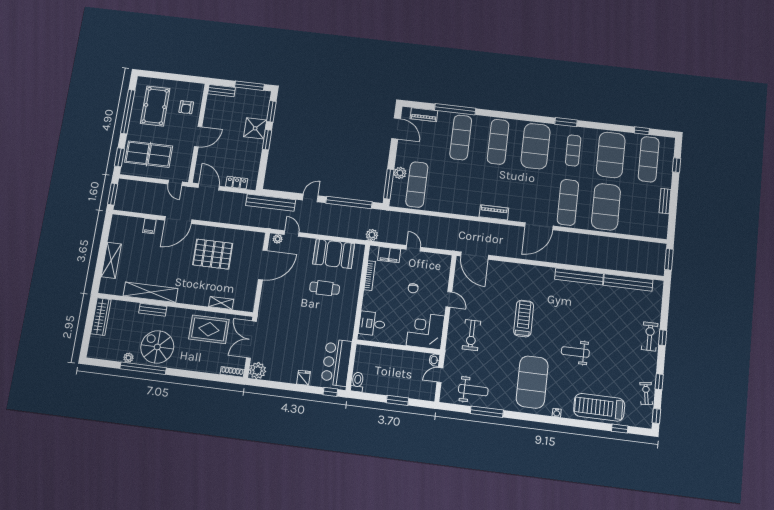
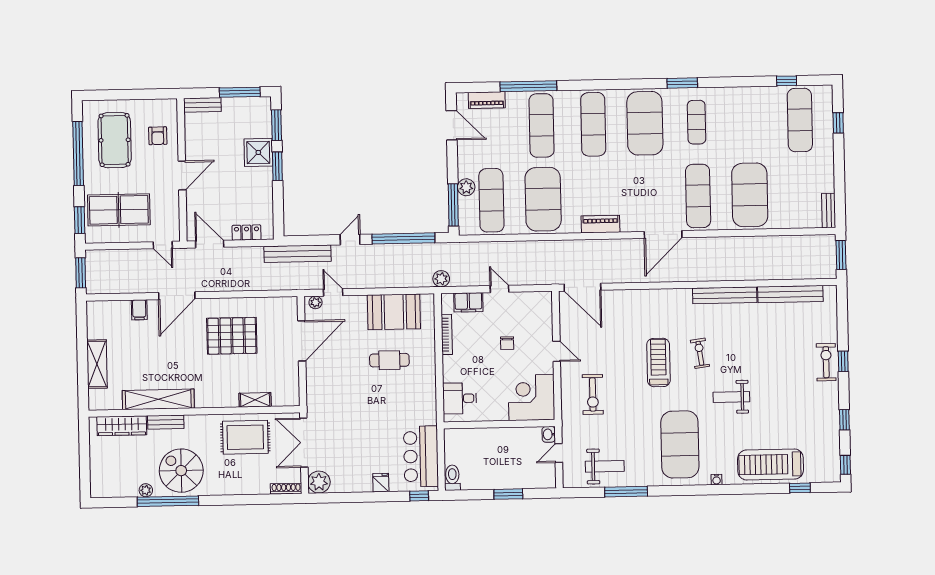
exercise mat: (611, 155) -> (543, 199), moved
bench: (665, 201) -> (829, 211), moved
wardrobe: (101, 317) -> (122, 426), moved, turned 90
exercise bike: (646, 393) -> (700, 353), moved

